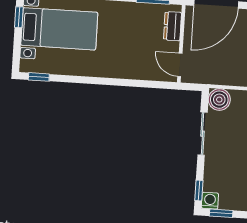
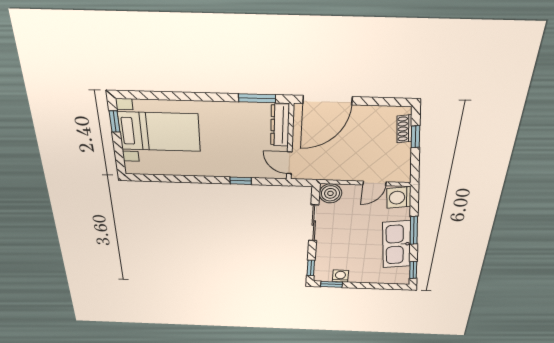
dresser: (172, 26) -> (280, 125), width x1.44
window: (39, 77) -> (241, 181), moved
washing machine: (210, 201) -> (340, 276), moved

